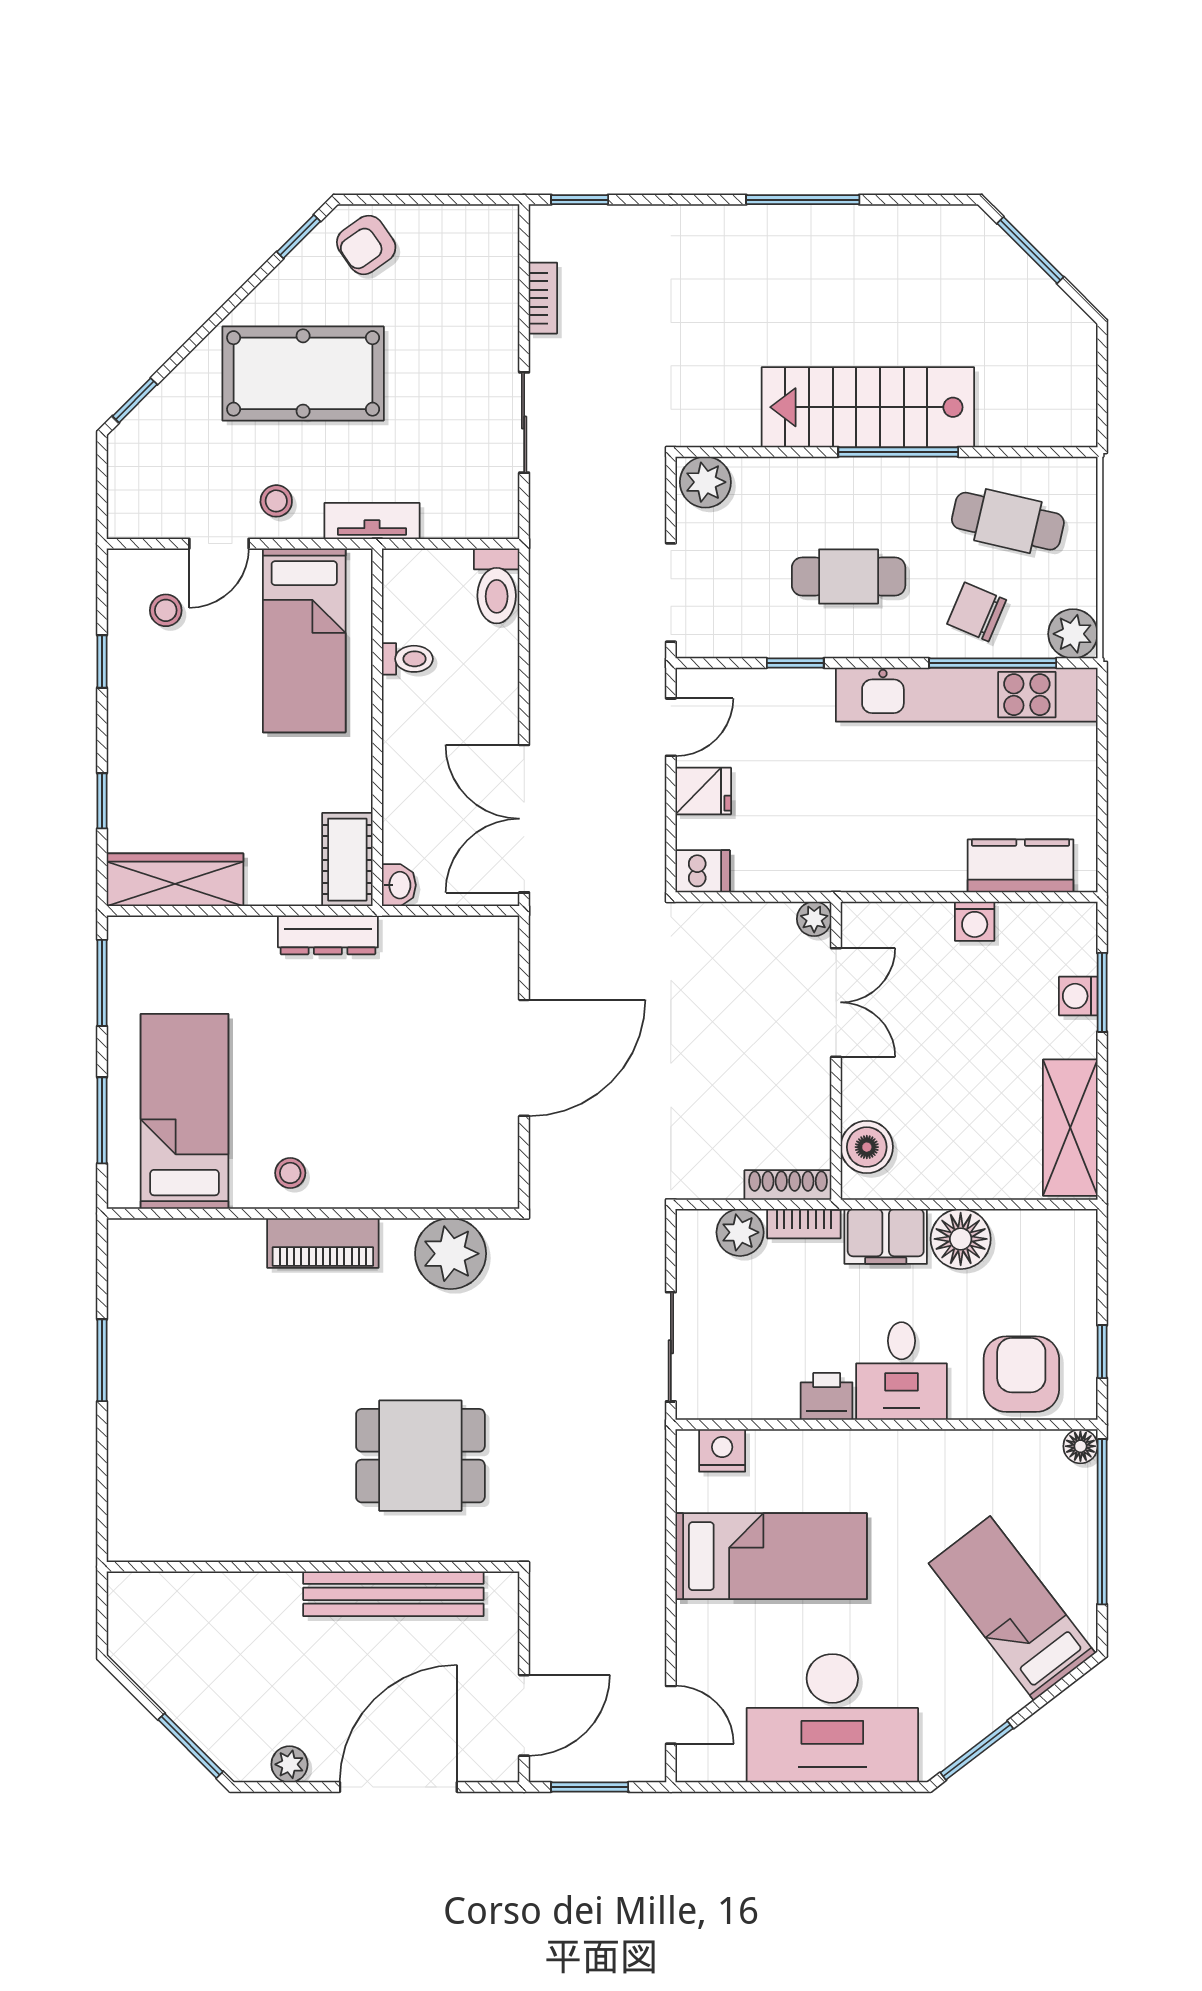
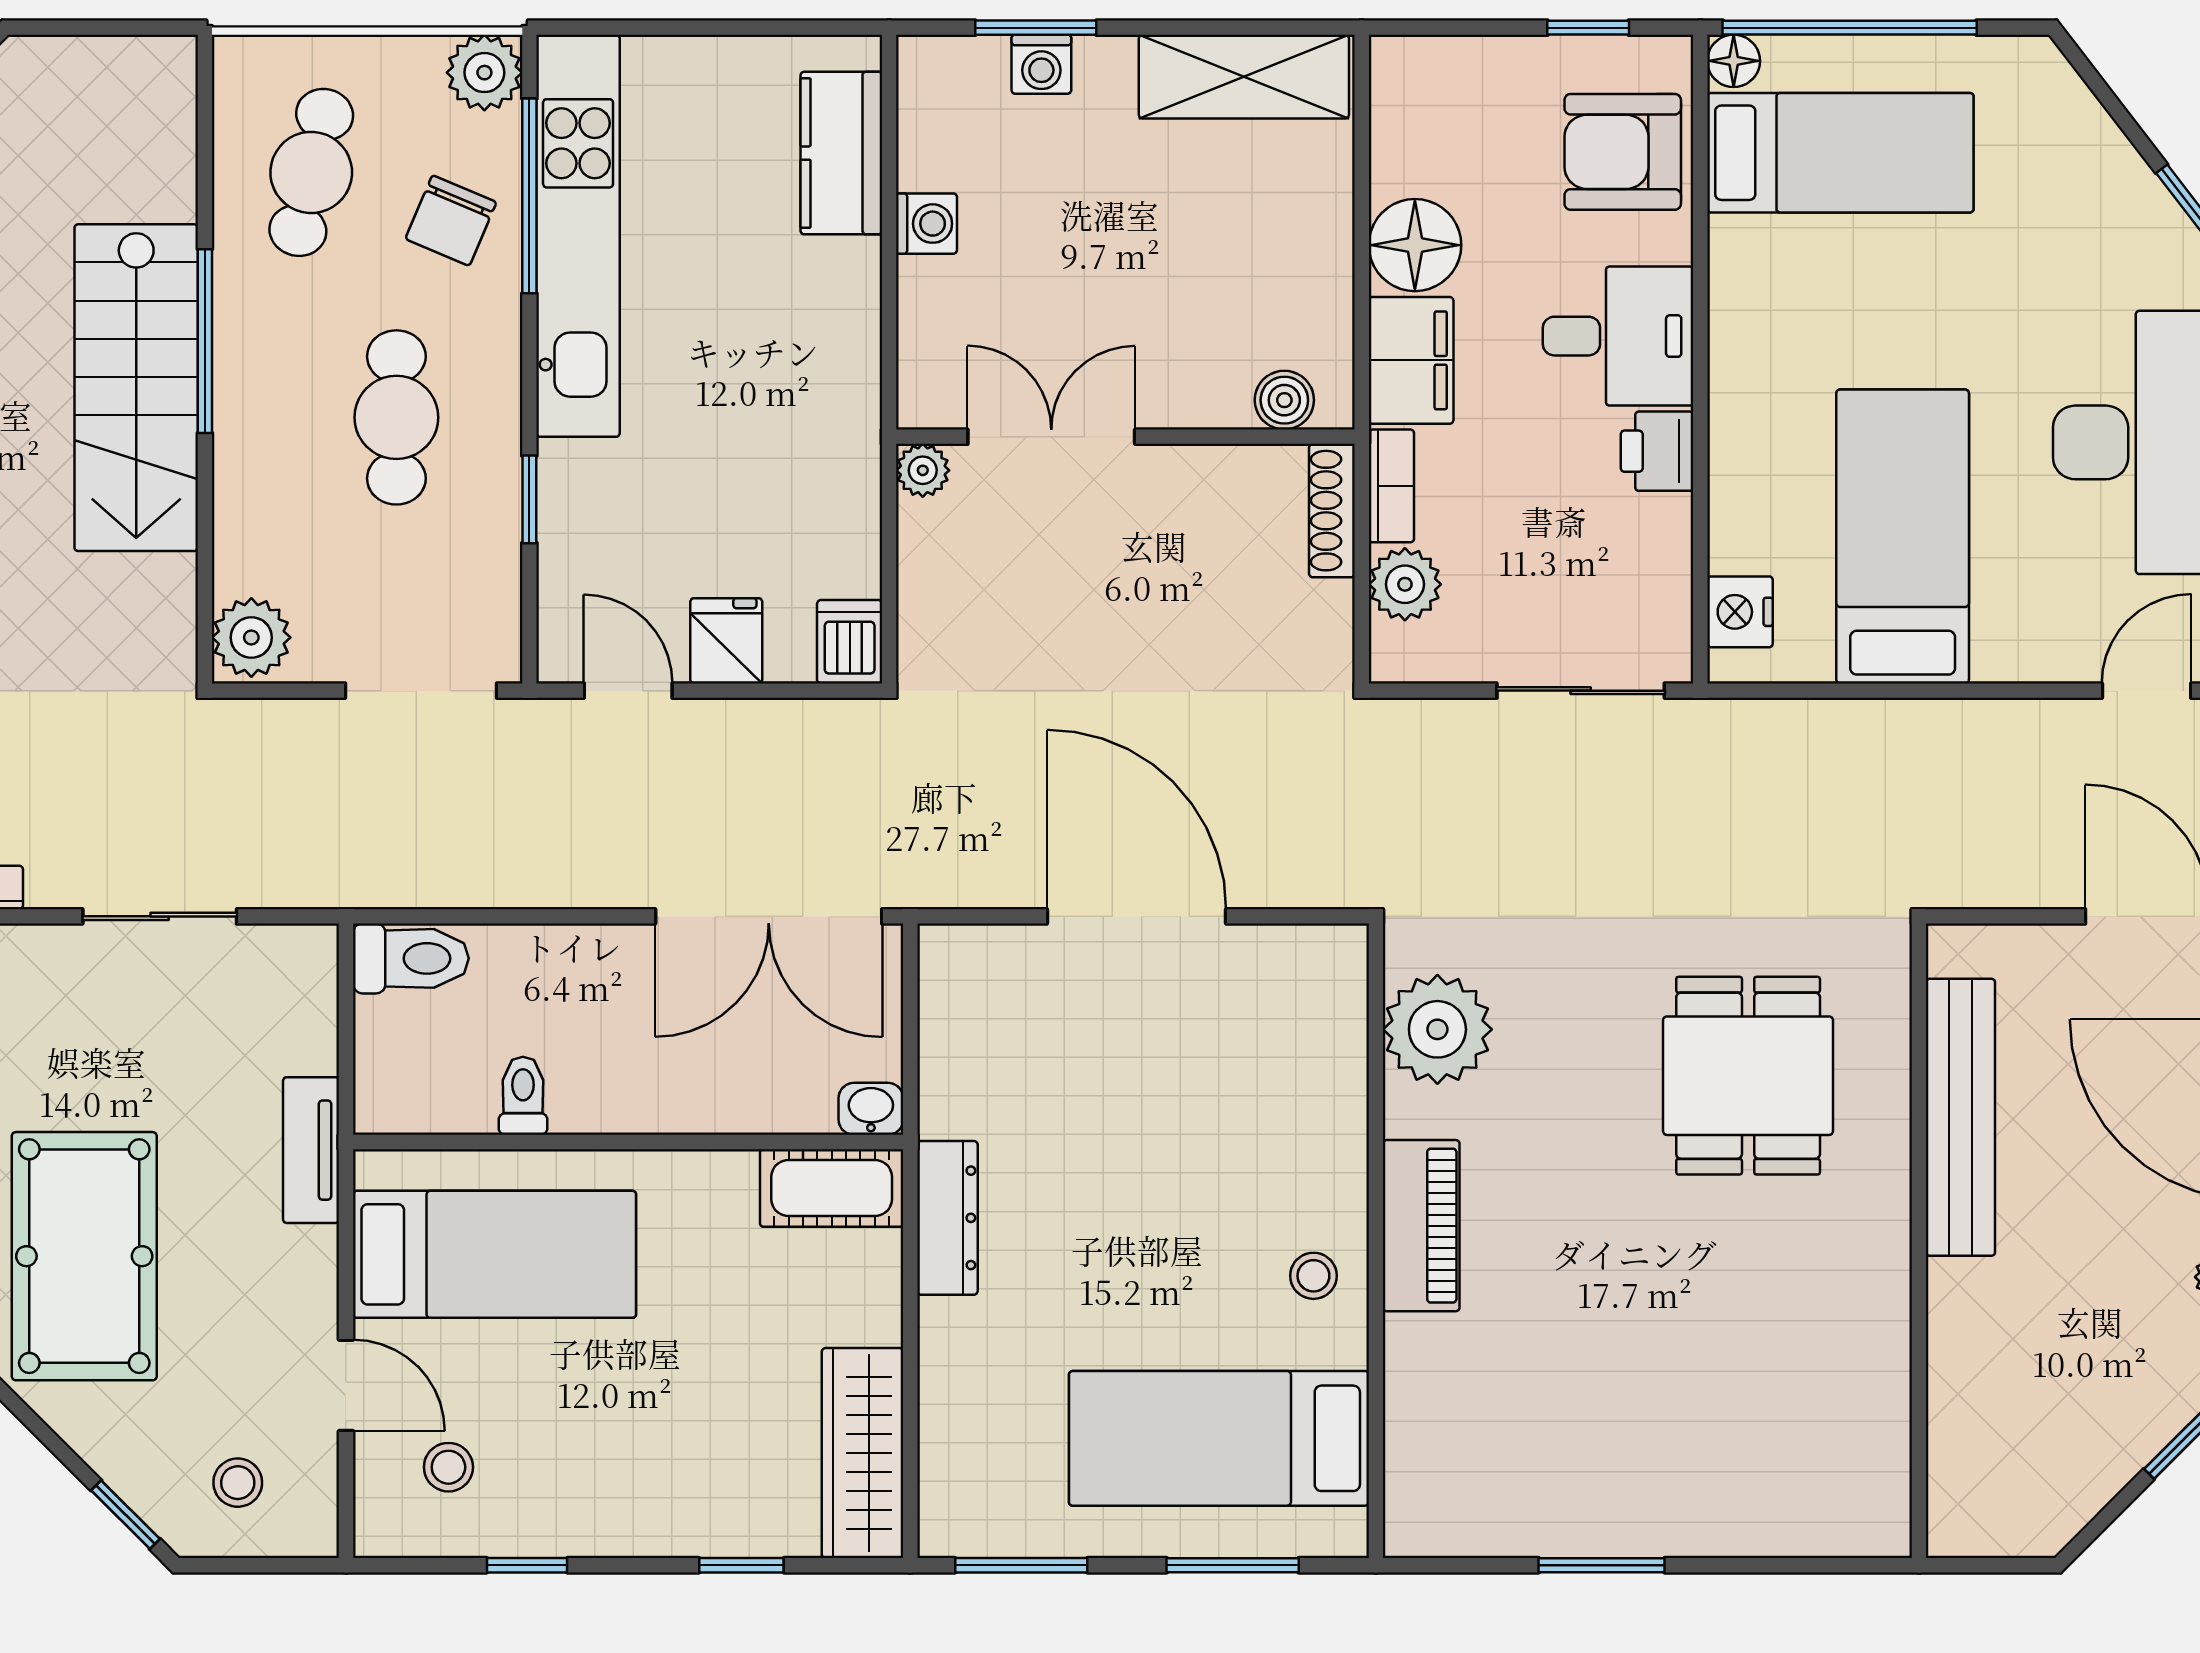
stool: (276, 501) -> (238, 1483), moved
boiler: (867, 1147) -> (1284, 400), width x0.73, depth x0.73
bed: (1012, 1608) -> (1840, 153), moved, turned -142

